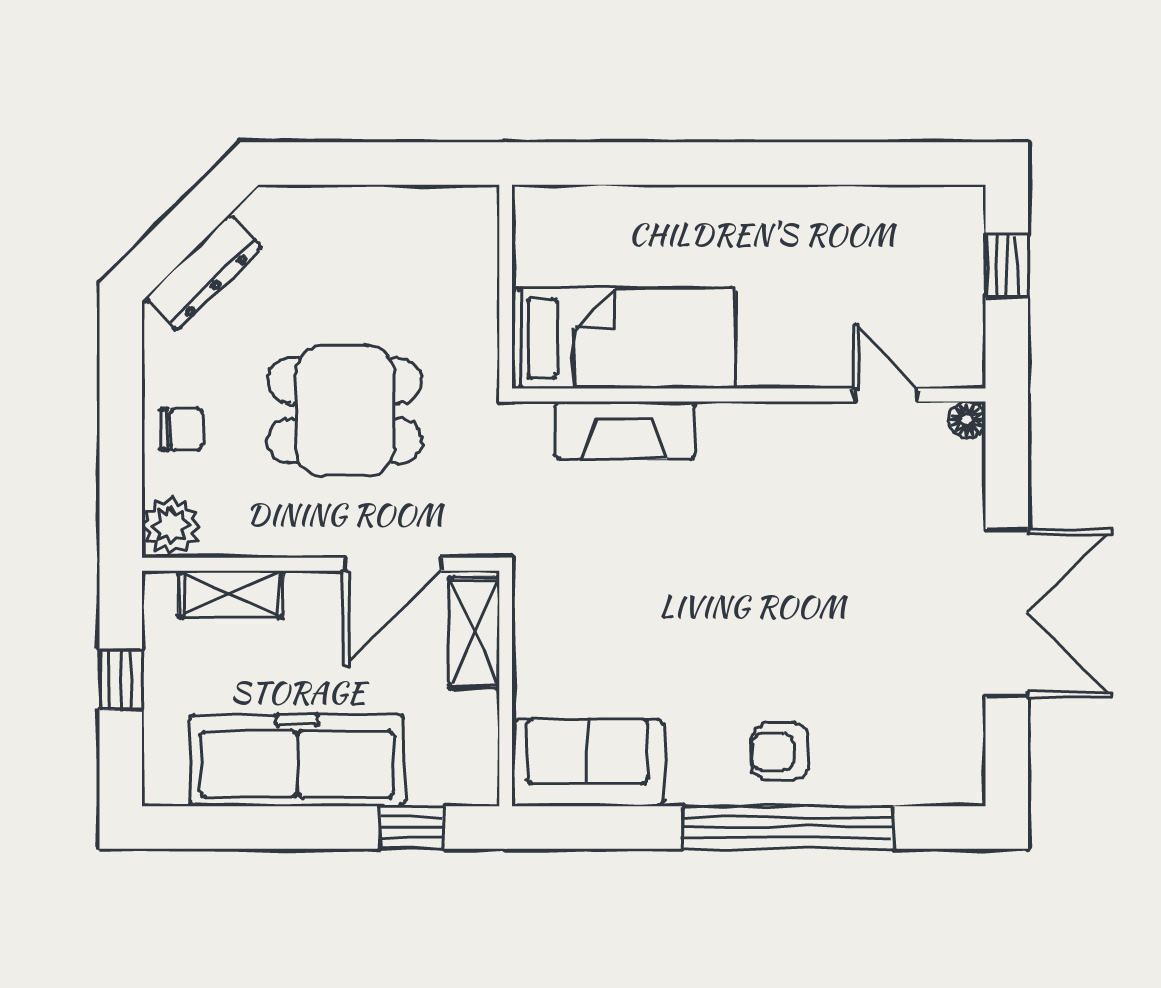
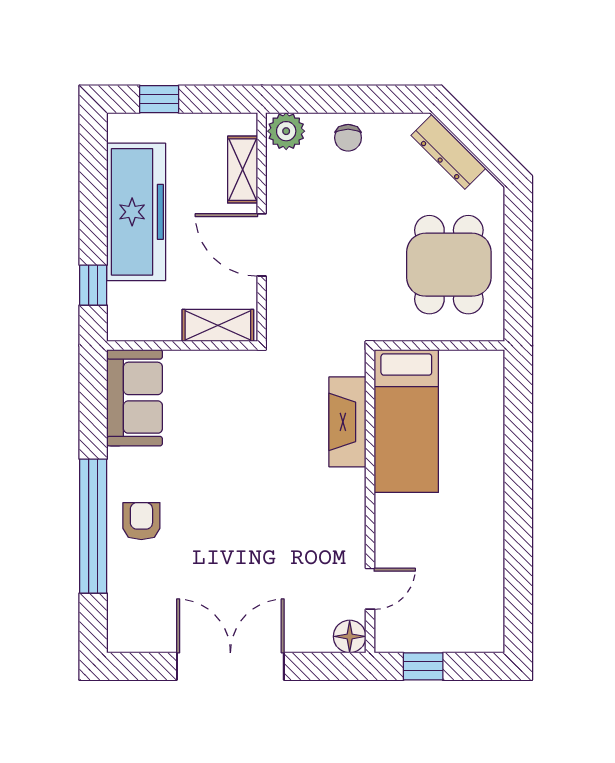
window: (1007, 266) -> (423, 666), moved
dining table: (345, 411) -> (449, 265), moved
floor lamp: (967, 420) -> (350, 636), width x1.37, depth x1.37
door: (392, 564) -> (262, 245), moved
double door: (1007, 613) -> (230, 666), swing flipped
window: (121, 679) -> (159, 99), moved

